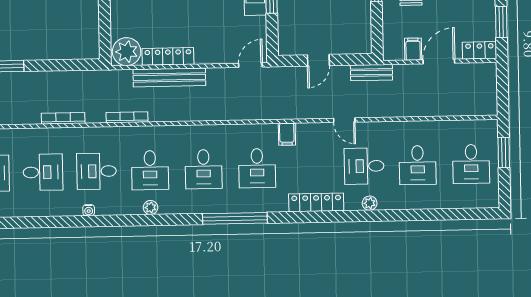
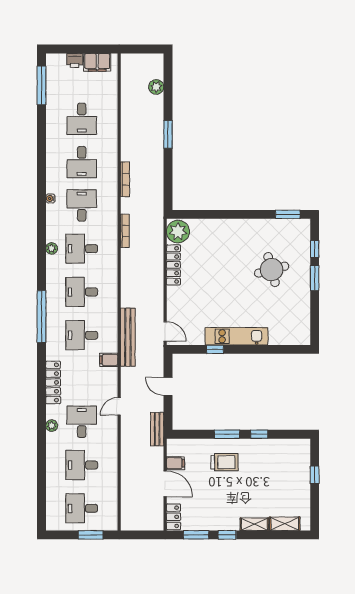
bench: (169, 77) -> (128, 337), moved

